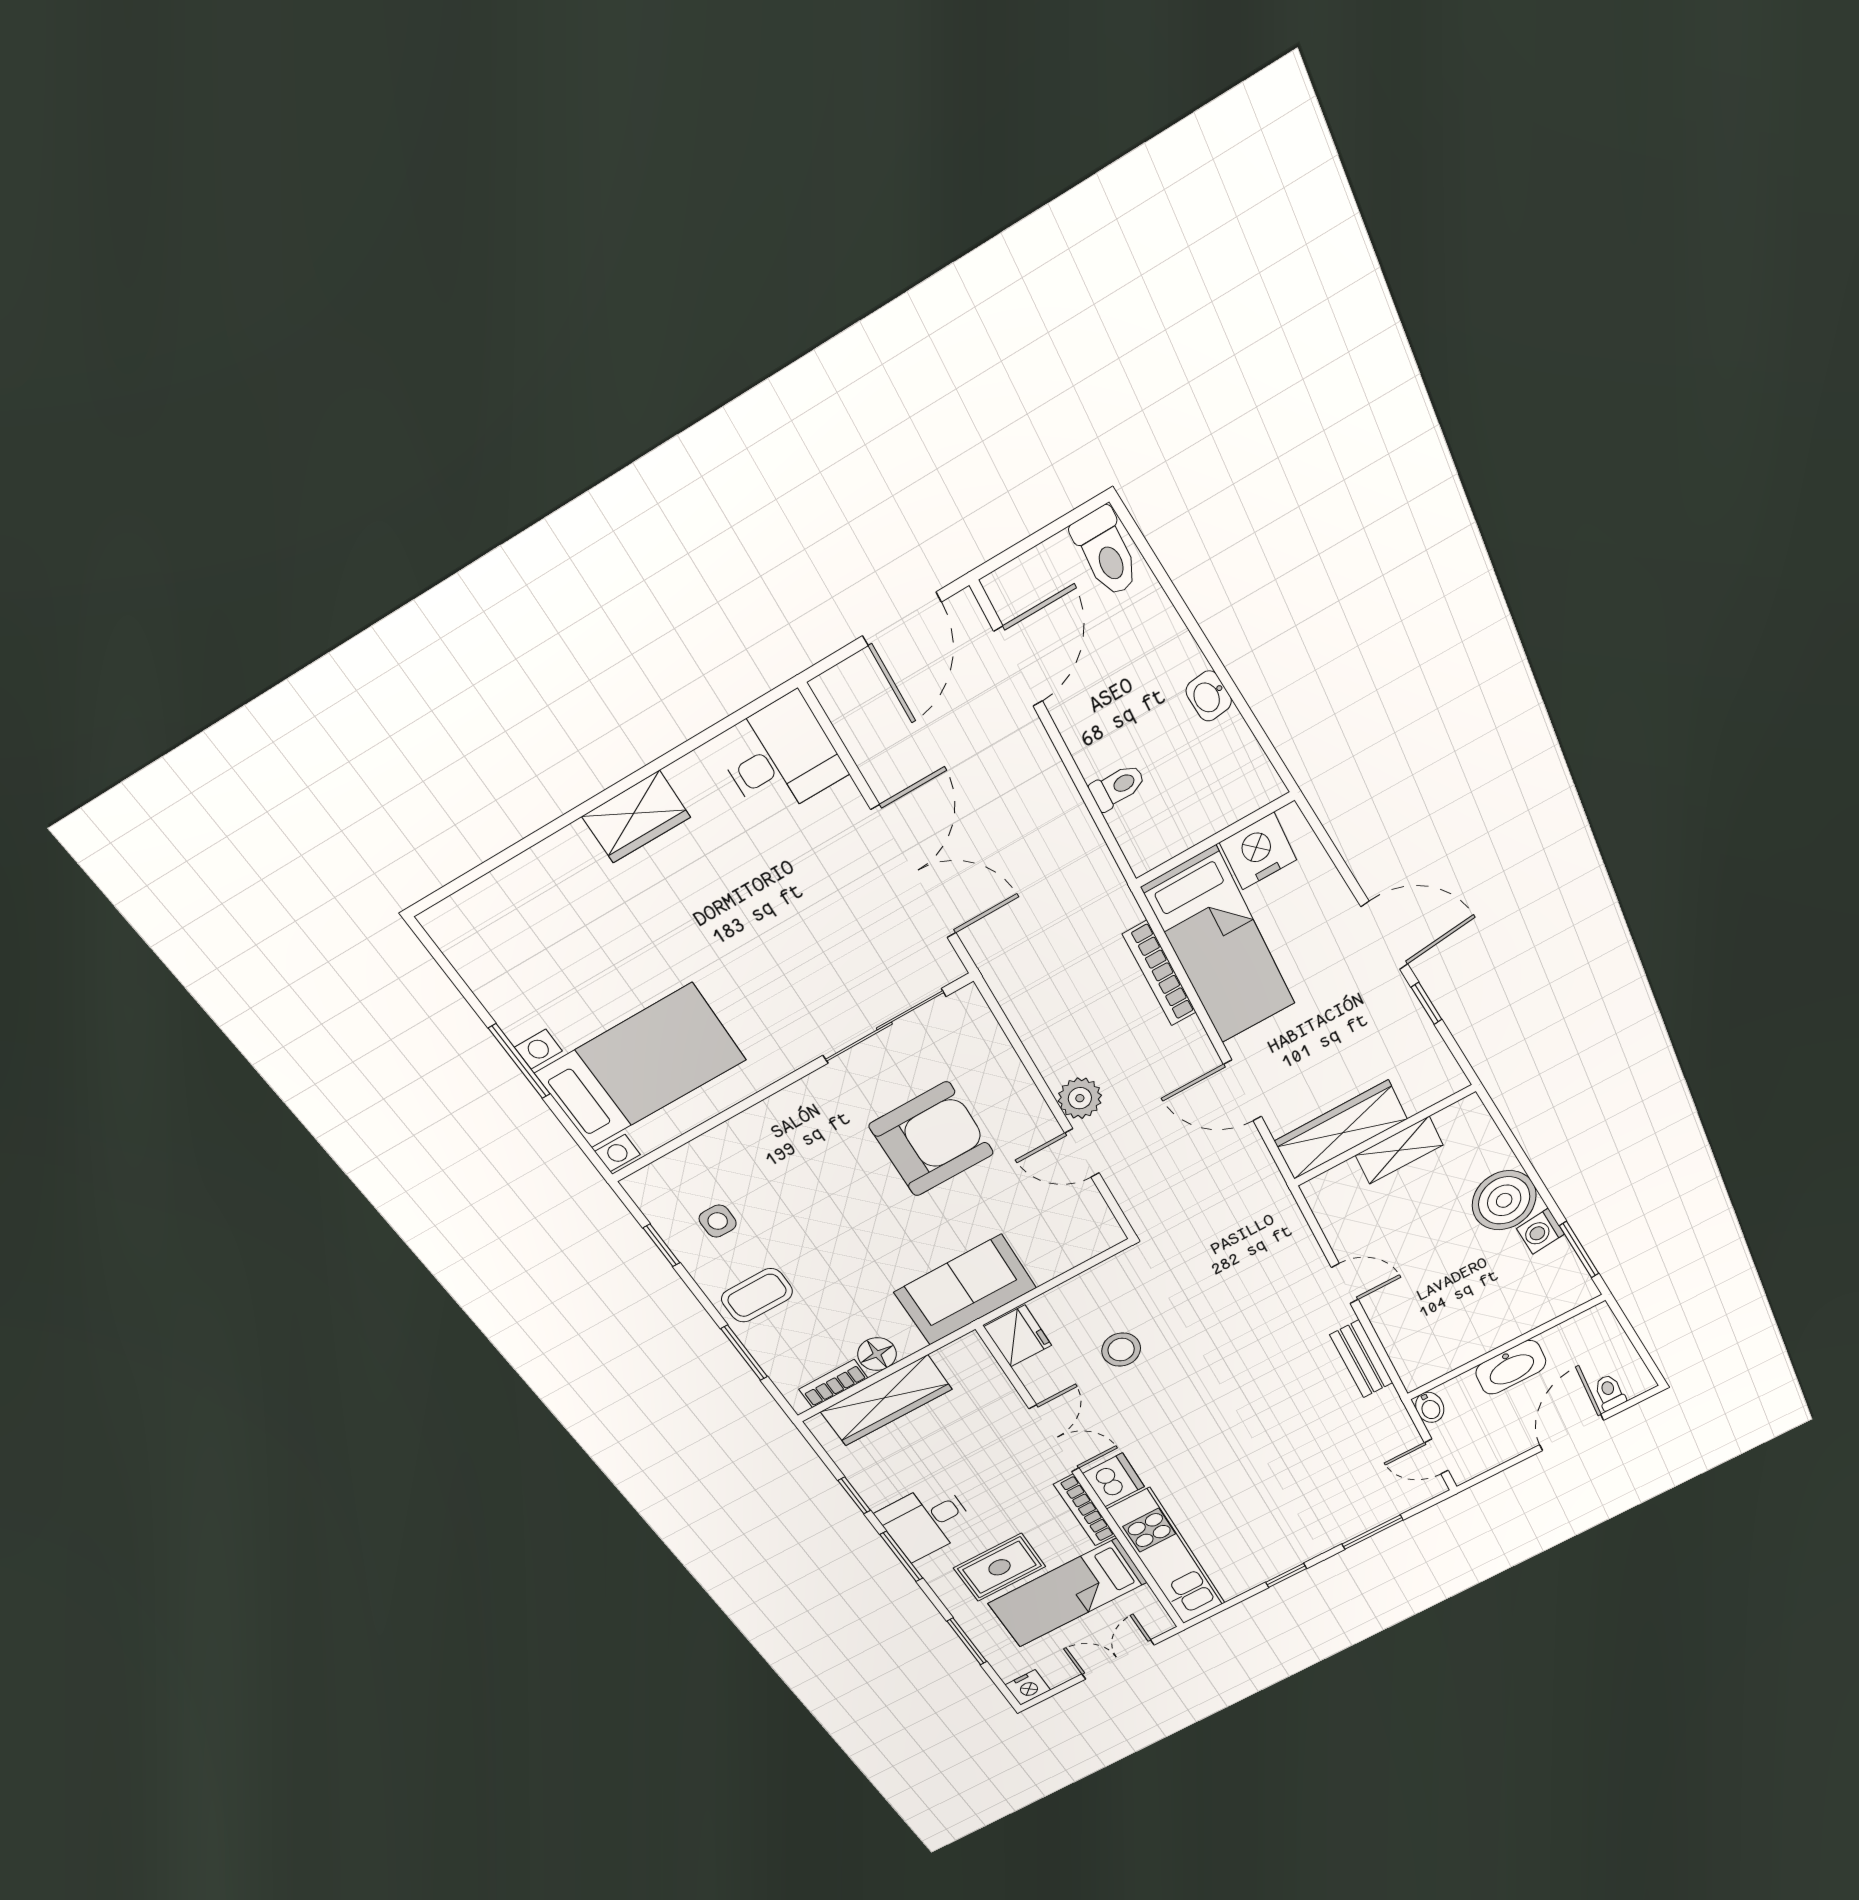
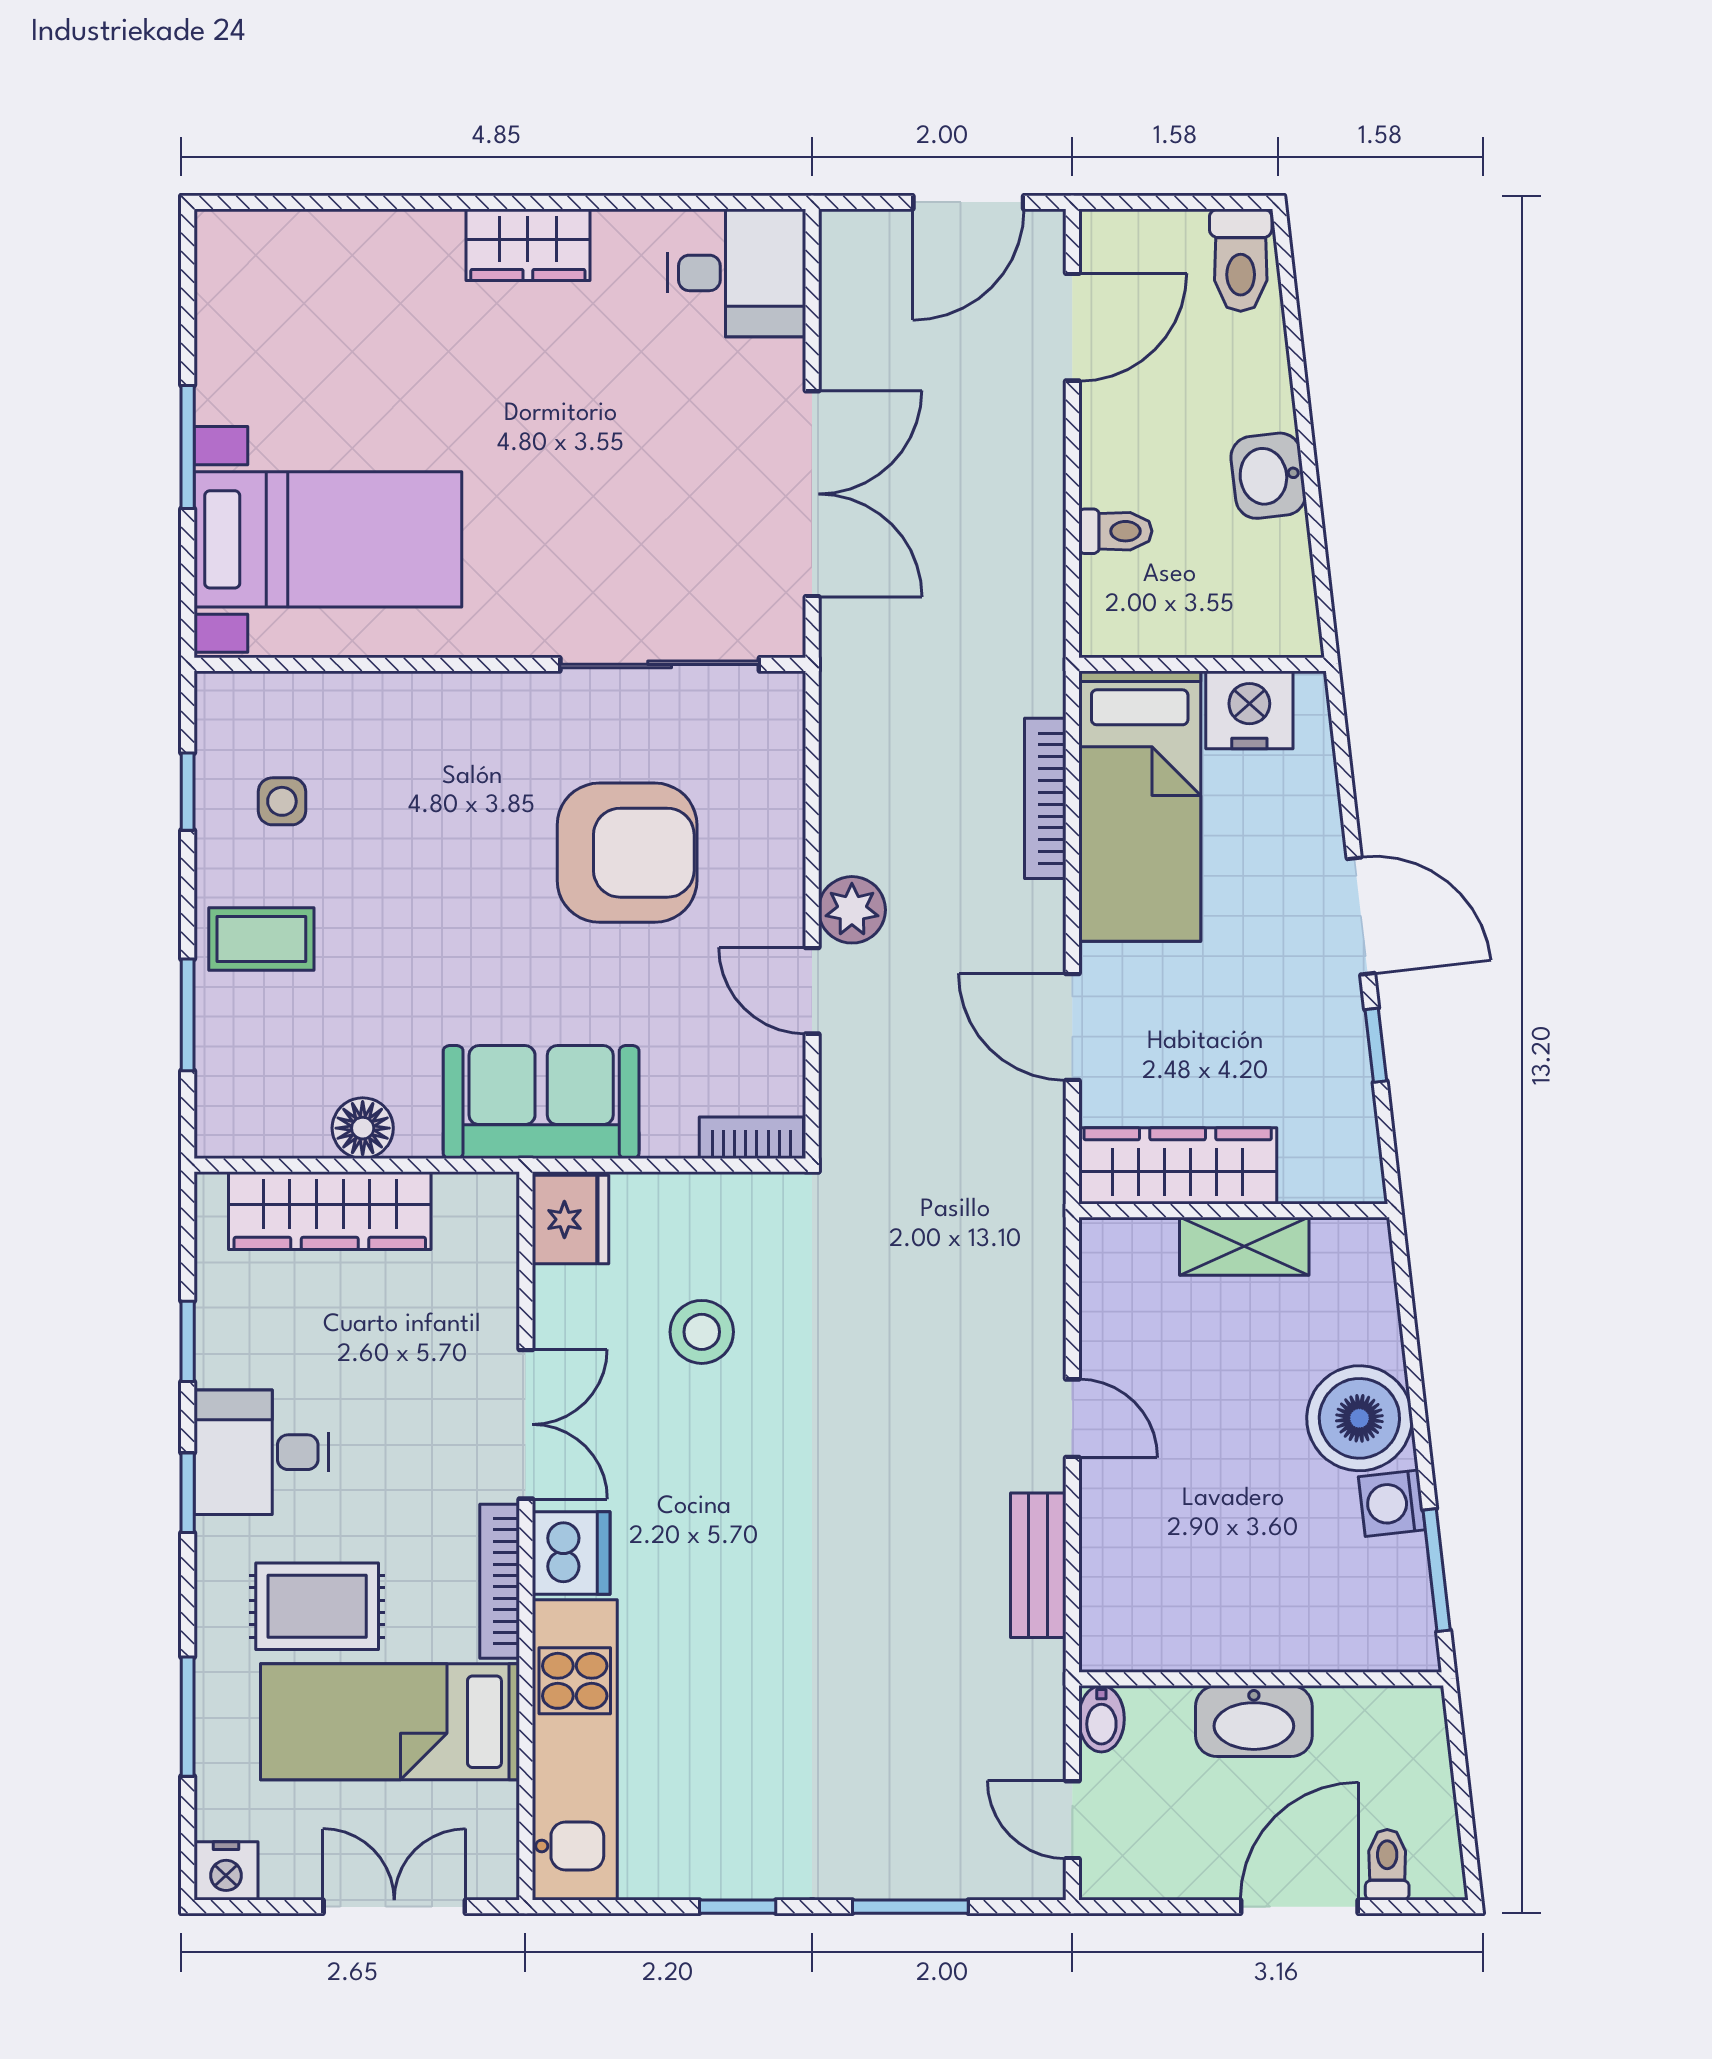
washbasin: (1209, 696) -> (1268, 476), width x1.38, depth x1.45
bookcase: (833, 1384) -> (751, 1138), moved
window: (901, 1556) -> (188, 1493), width x0.67

